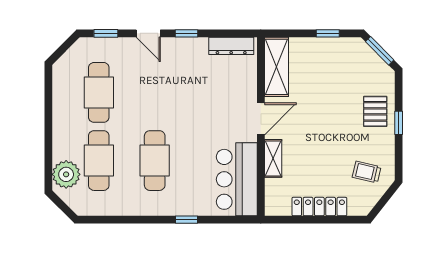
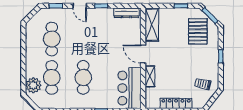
pallet: (375, 111) -> (198, 31), moved, width x1.50, depth x1.42
door: (261, 119) -> (143, 54), swing flipped

